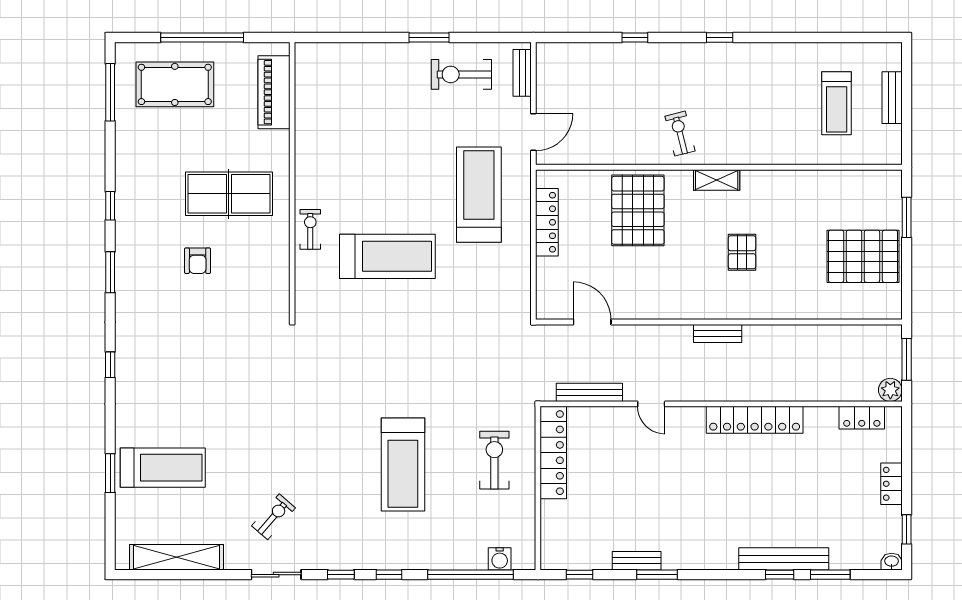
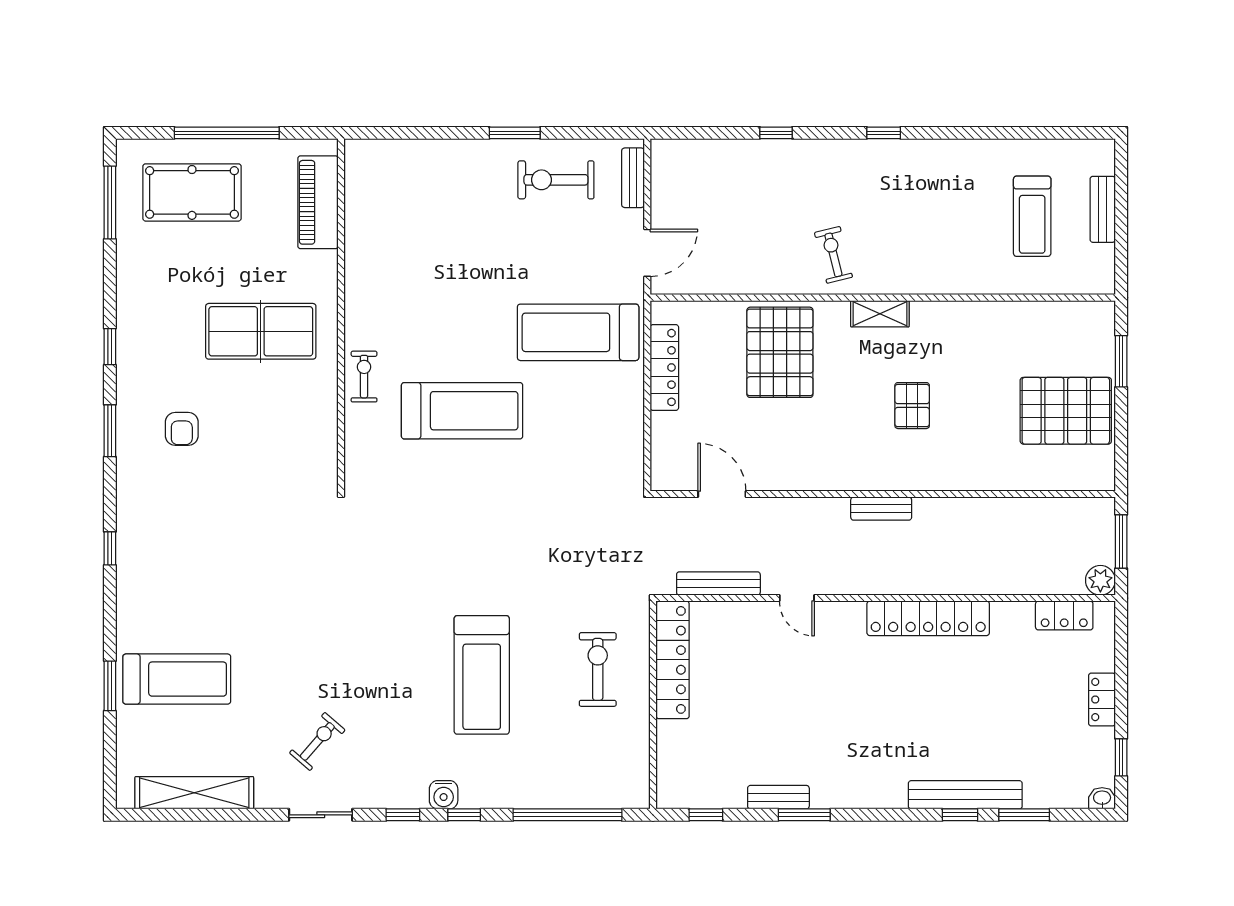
treadmill: (479, 195) -> (578, 332), turned -90
armchair: (198, 261) -> (182, 429), moved
water cooler: (500, 559) -> (444, 795), moved

